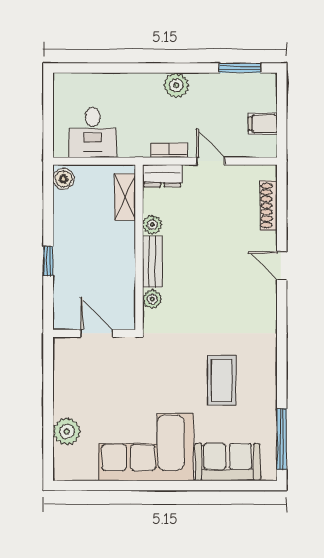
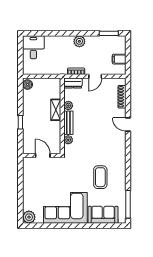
desk: (93, 132) -> (33, 47), moved, turned 180
door: (211, 161) -> (95, 76), swing flipped
shelving: (125, 197) -> (56, 110), moved
plant: (67, 431) -> (29, 217), moved

